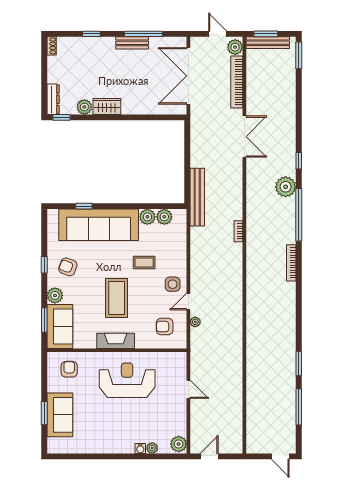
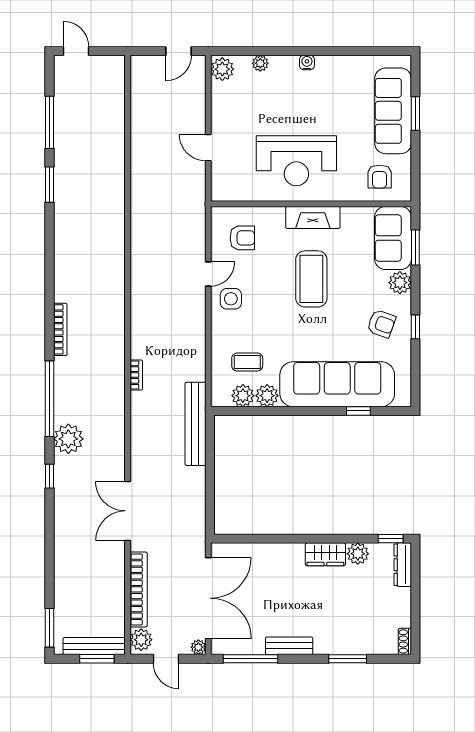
window: (91, 34) -> (348, 659), width x1.50
window: (143, 34) -> (251, 659), moved
coffee table: (144, 263) -> (247, 362), moved
plant: (195, 322) -> (198, 647), moved
sofa: (60, 415) -> (393, 111), width x1.36
water cooler: (140, 449) -> (307, 63), moved

